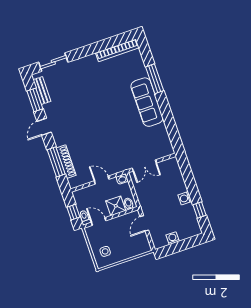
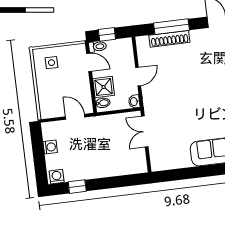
washing machine: (185, 198) -> (57, 177), moved
door: (99, 222) -> (89, 62), hinge flipped

